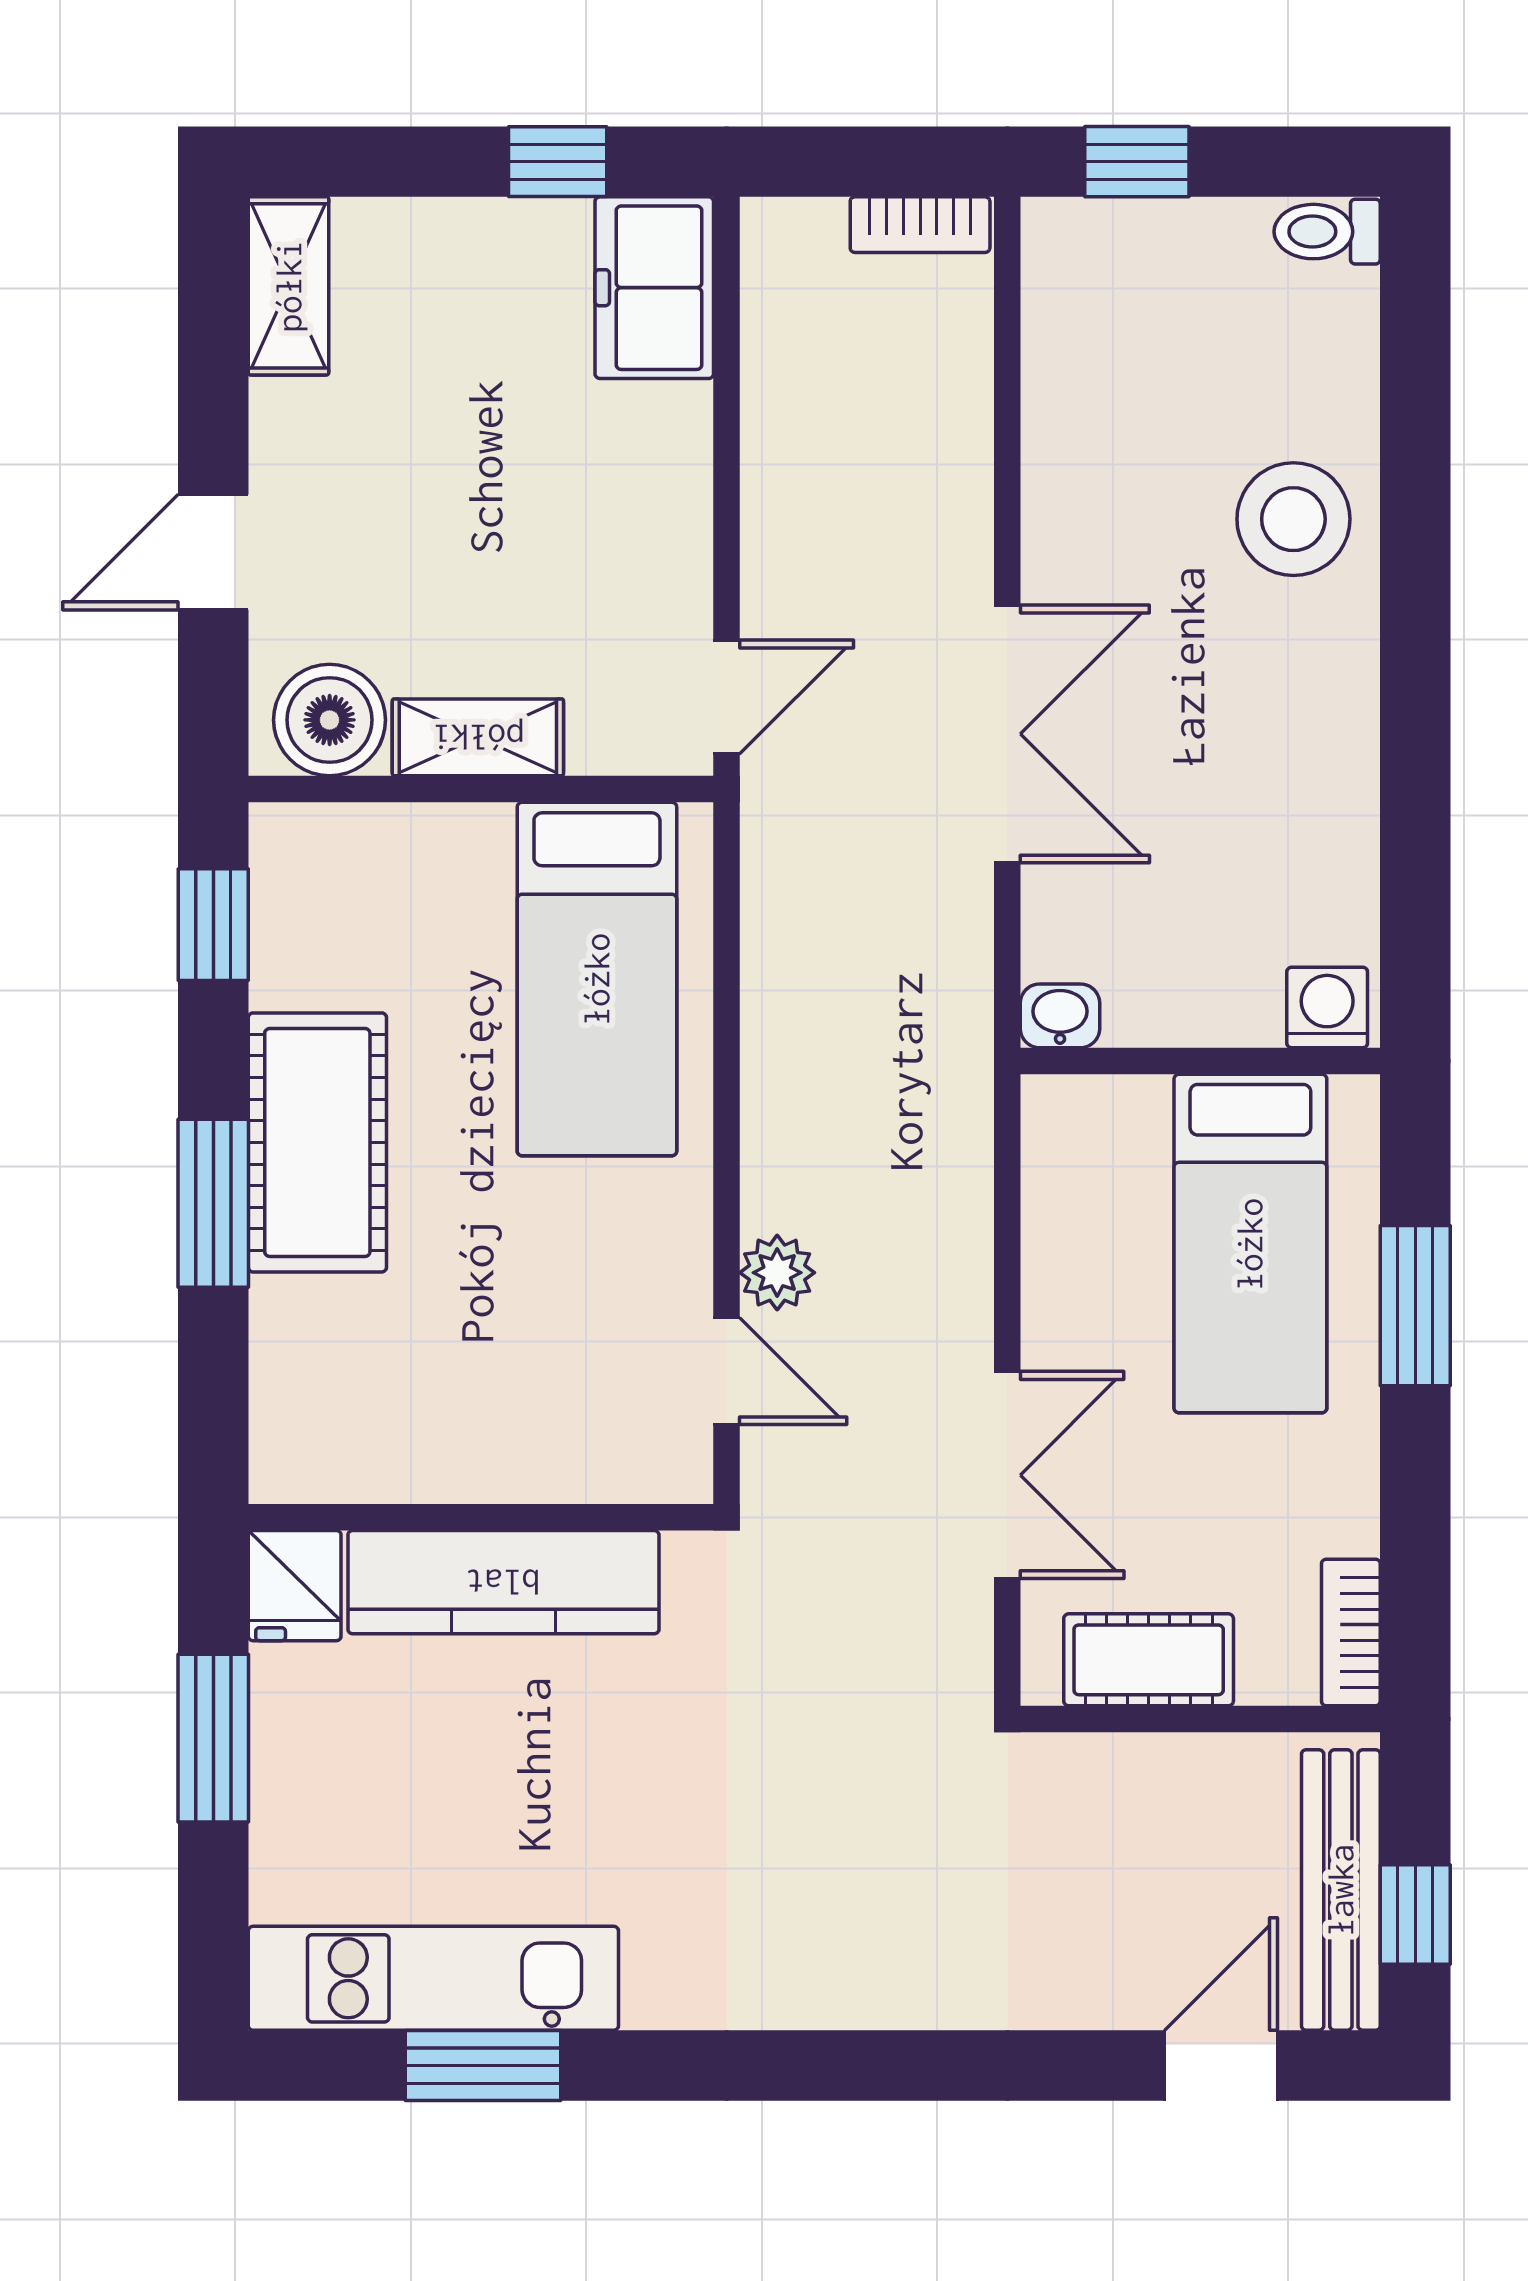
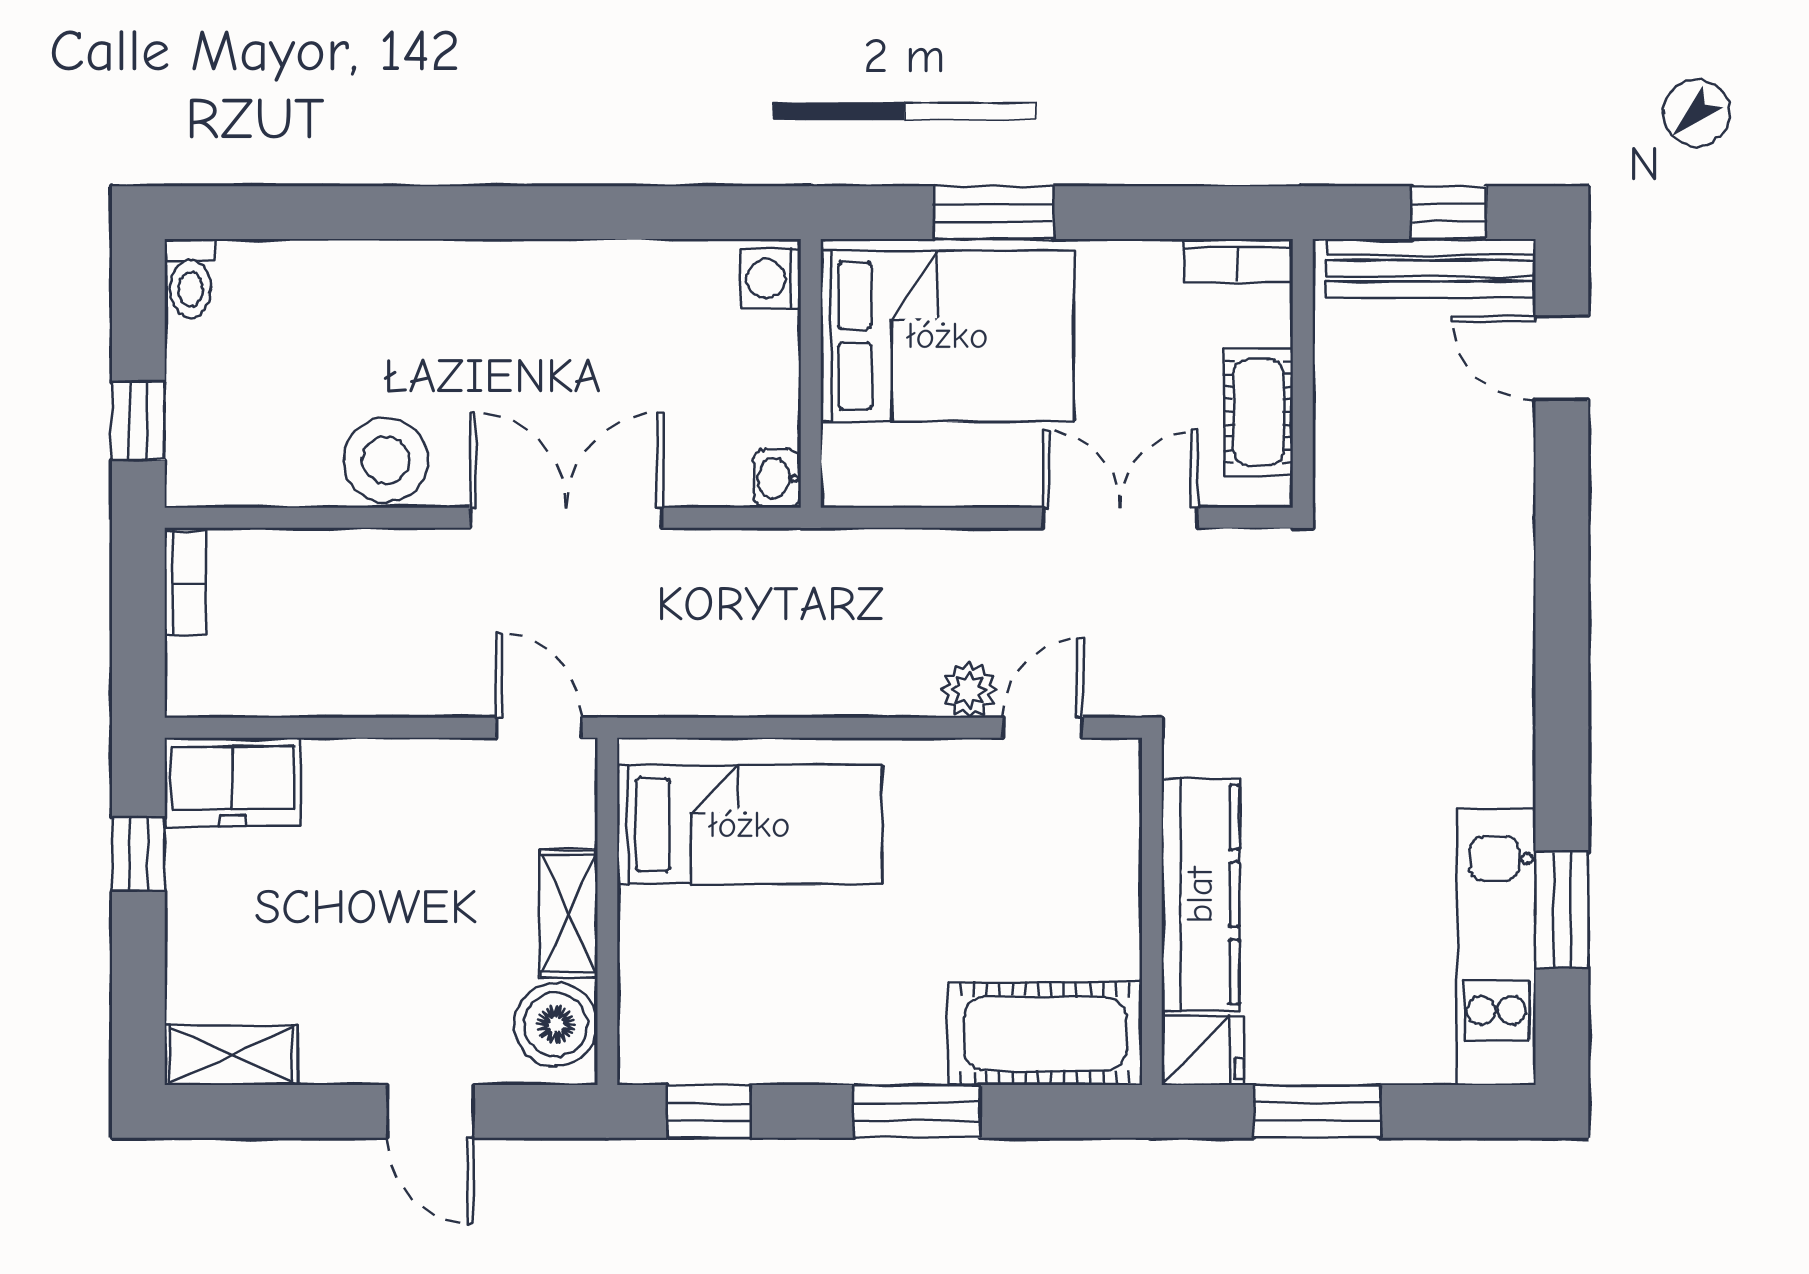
stool: (1293, 519) -> (386, 460), moved
cot: (317, 1142) -> (1045, 1034), moved
bed: (1250, 1244) -> (947, 336), width x1.50

